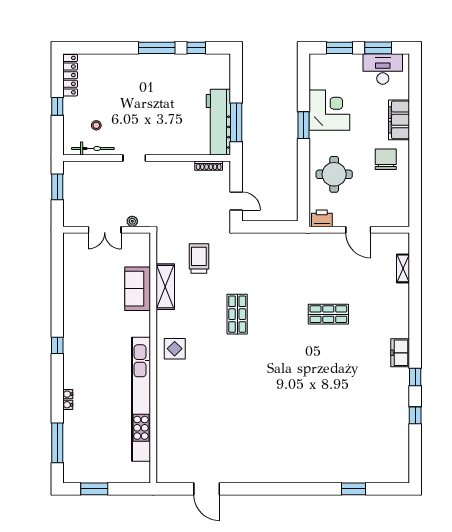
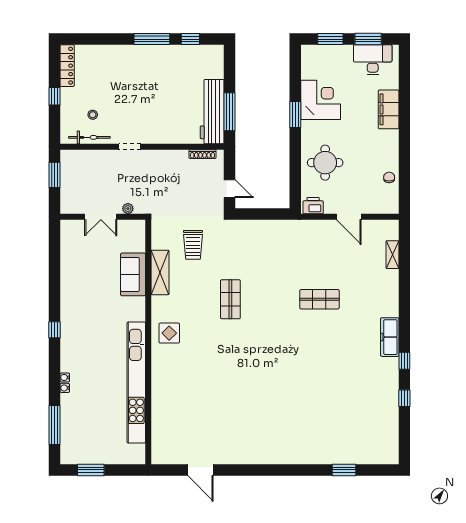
chair: (386, 159) -> (389, 177), moved, width x0.54, depth x0.54
trolley: (199, 258) -> (193, 245), turned 180
freezer: (400, 353) -> (390, 337), width x1.40

